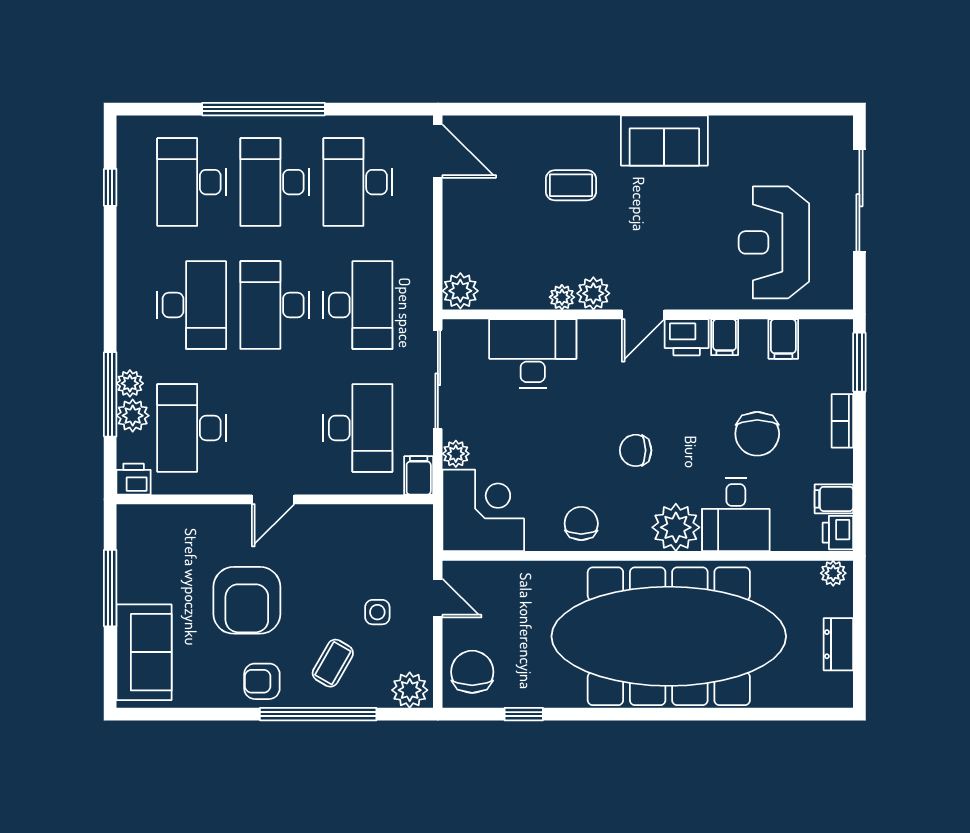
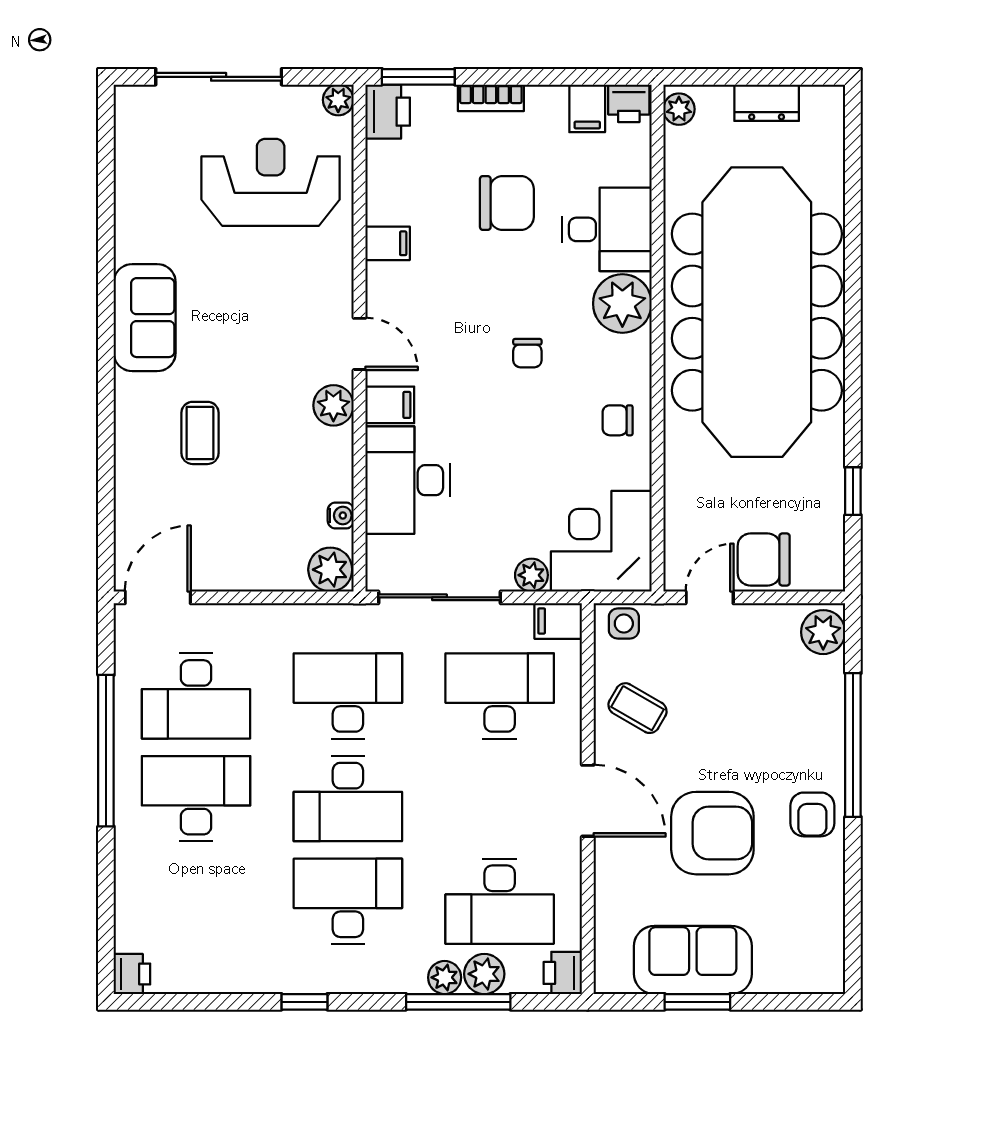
window: (264, 109) -> (106, 751), moved
printer: (133, 130) -> (132, 974), added
desk: (192, 182) -> (196, 901), removed
desk: (275, 182) -> (196, 799), turned 180
window: (110, 187) -> (304, 1002), moved
reception desk: (774, 242) -> (271, 182), turned 180
plant: (562, 297) -> (338, 100), moved
water cooler: (504, 299) -> (341, 516), added
printer: (687, 337) -> (388, 112), moved
filing cabinet: (783, 339) -> (390, 405), moved
chair: (636, 450) -> (527, 353), width x0.73, depth x0.73
door: (273, 499) -> (588, 801), width x1.38
chair: (581, 523) -> (618, 420), width x0.73, depth x0.73
window: (110, 588) -> (697, 1002), width x0.69
side table: (377, 612) -> (624, 624), moved
sofa: (144, 652) -> (693, 960), moved
coffee table: (333, 663) -> (638, 708), moved
chair: (472, 672) -> (764, 560), moved

